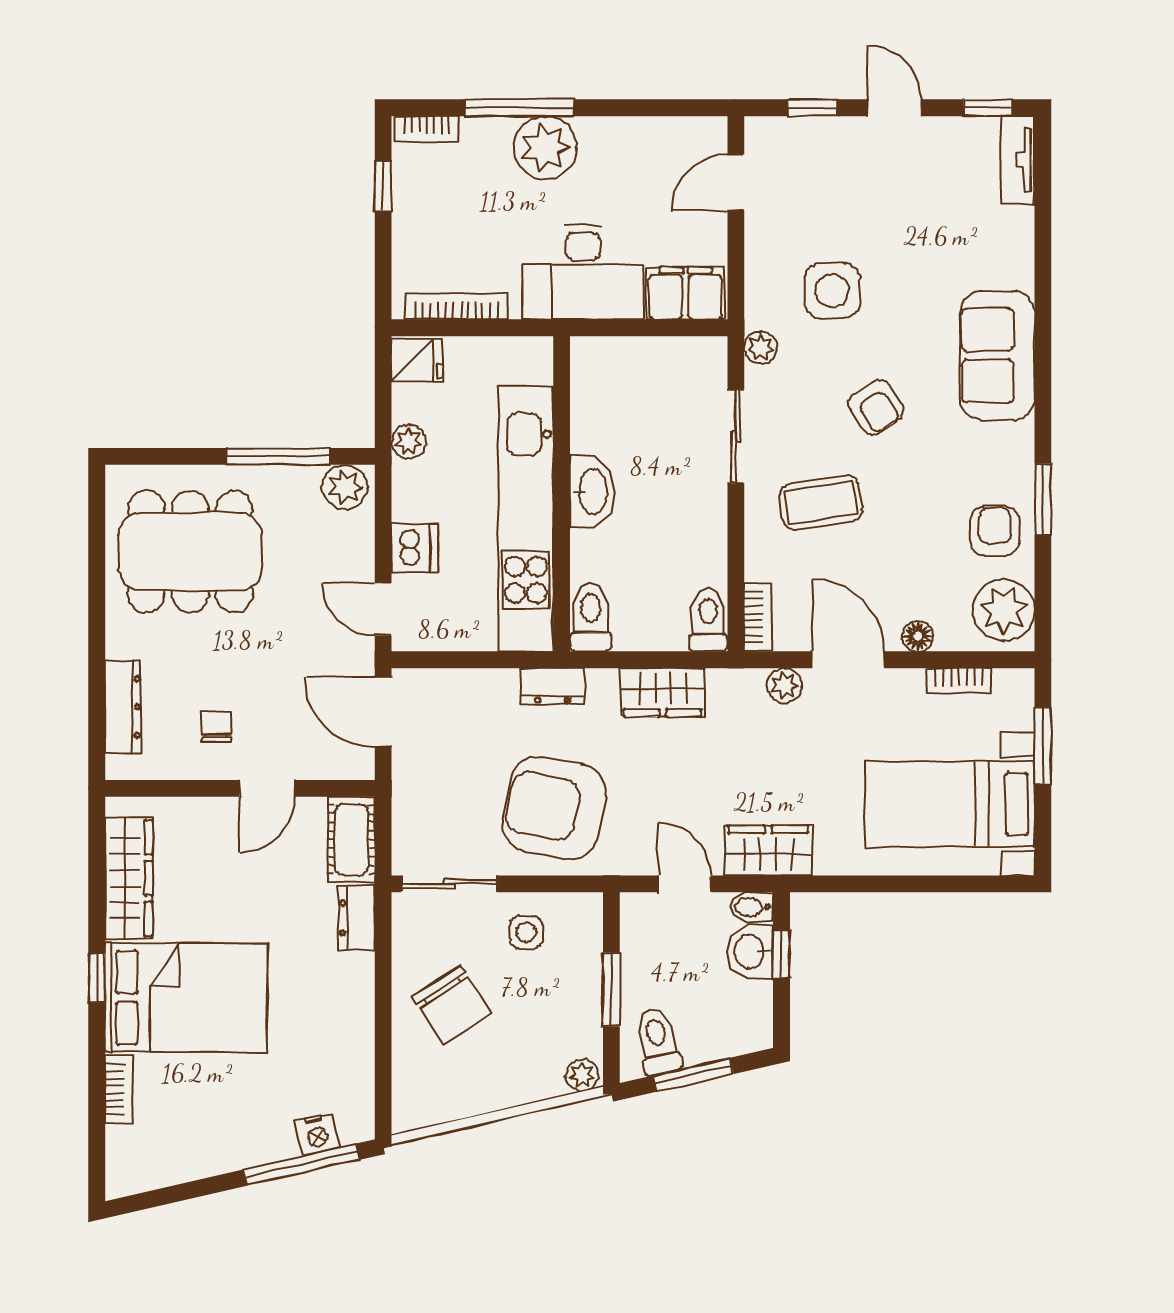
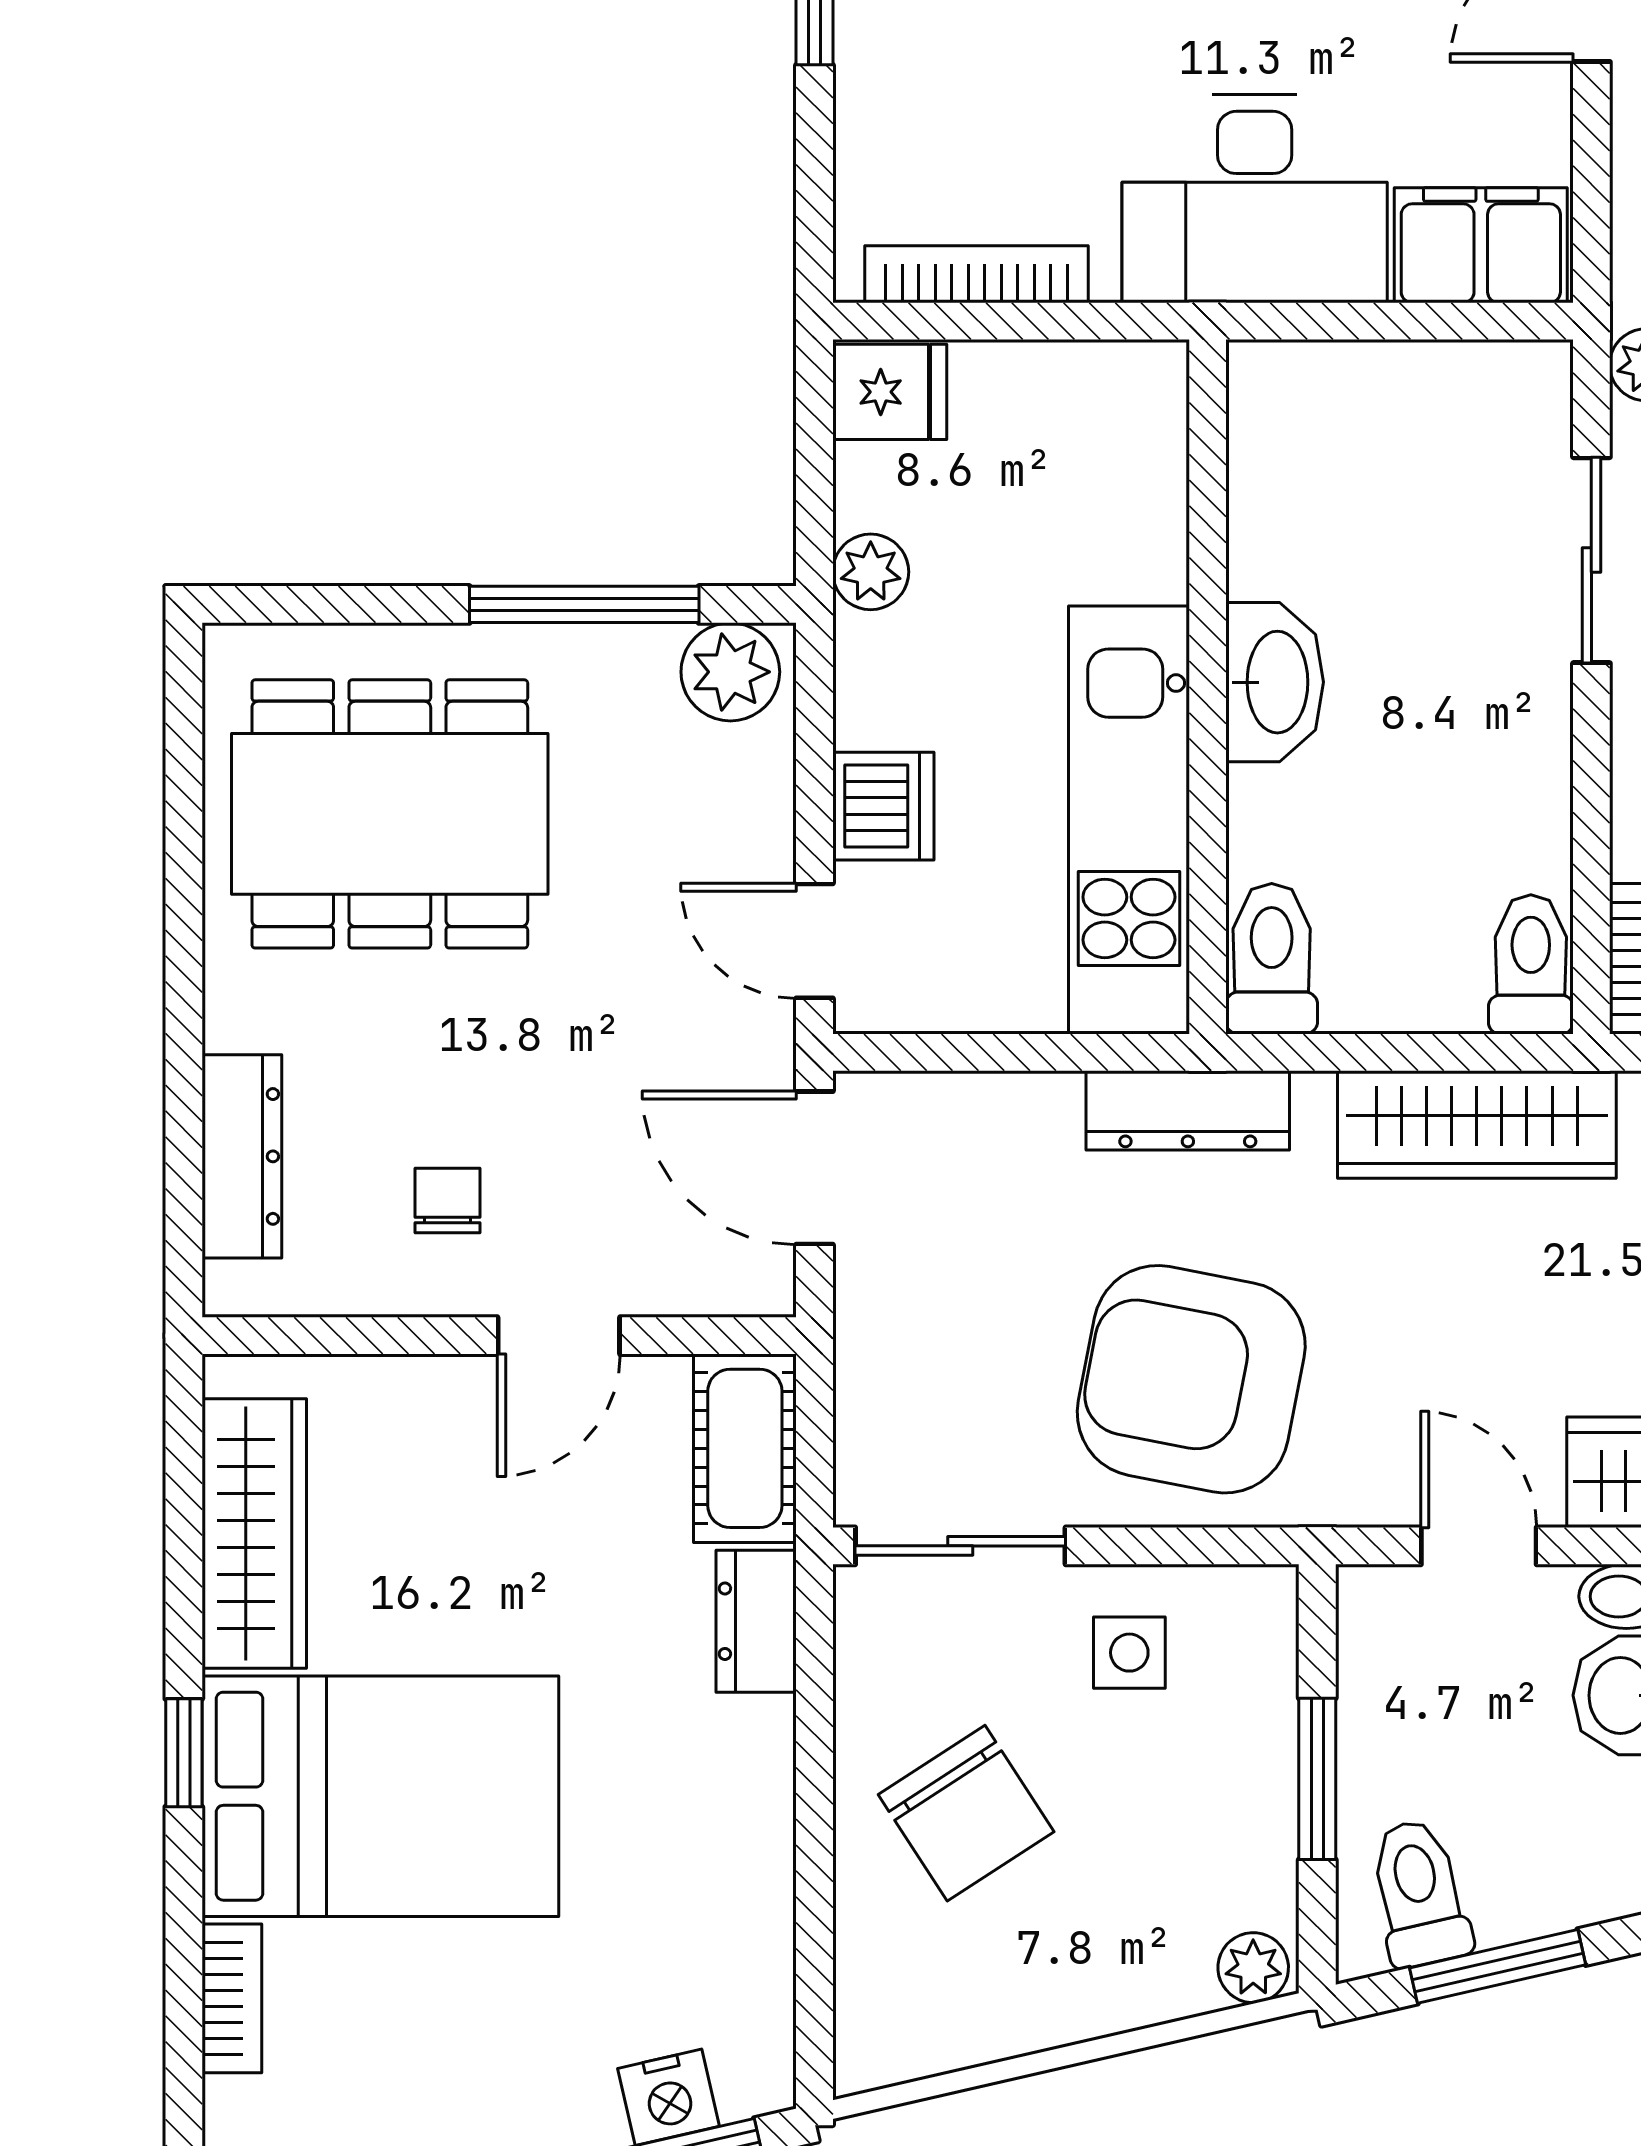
kitchen unit: (526, 519) -> (1129, 820), width x0.73
dresser: (553, 686) -> (1188, 1110), width x1.44
wardrobe: (663, 692) -> (1477, 1124), width x1.50

